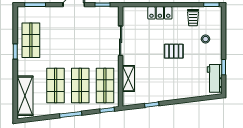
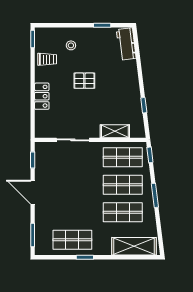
pallet: (174, 51) -> (84, 81), turned 90
workbench: (215, 78) -> (126, 44), moved, turned 83

